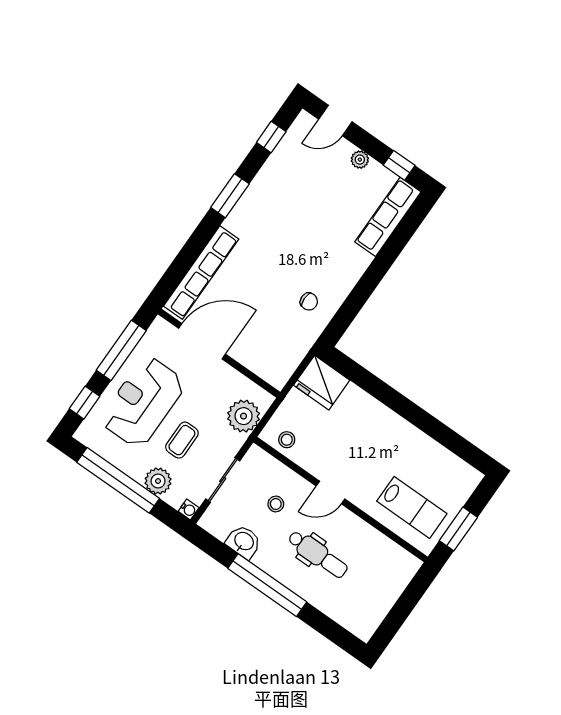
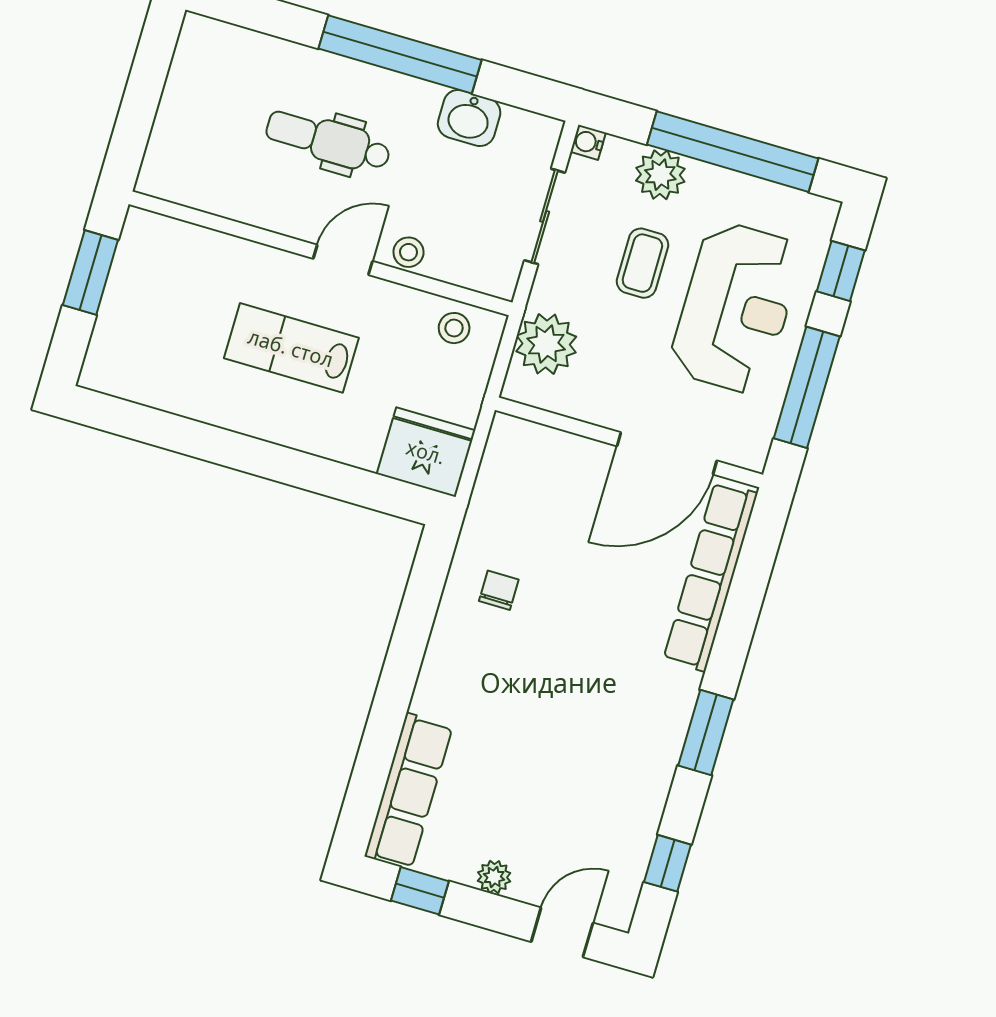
chair: (309, 302) -> (499, 590), turned 90
stool: (276, 504) -> (408, 252), moved
lab bench: (412, 507) -> (291, 348), moved

